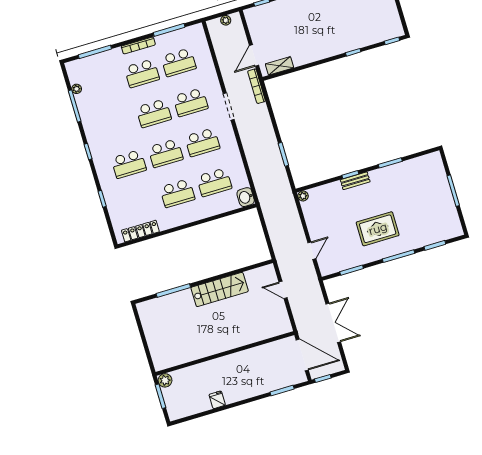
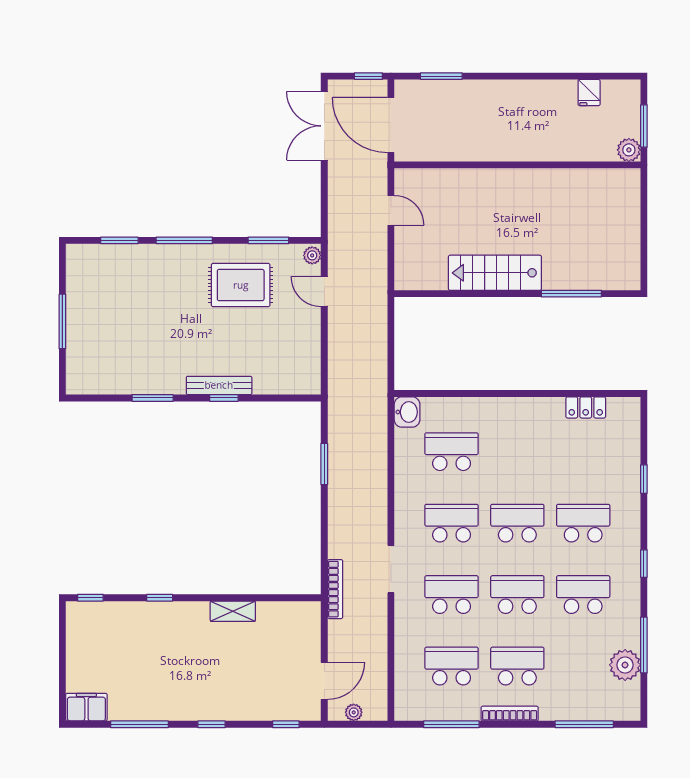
door: (254, 55) -> (324, 681), moved
shelving: (279, 66) -> (233, 611), moved
plant: (77, 89) -> (625, 665), width x1.88, depth x1.88
bench: (355, 181) -> (219, 385), width x1.36
school desk: (177, 193) -> (583, 595), moved
plant: (303, 196) -> (312, 255), moved
rug: (378, 229) -> (241, 285), moved
locker: (140, 231) -> (586, 407), width x0.66
door: (312, 251) -> (324, 292), hinge flipped
door: (283, 290) -> (391, 210), moved
double door: (333, 323) -> (324, 126), moved
fridge: (217, 400) -> (589, 93), moved

